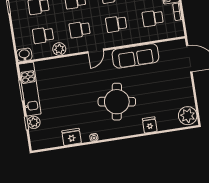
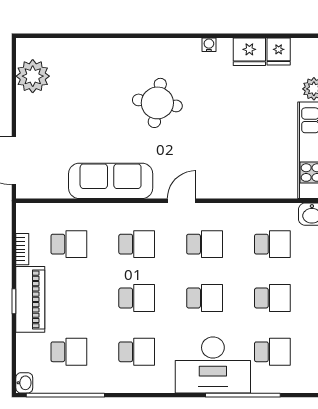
plant: (59, 49) -> (247, 215), removed
round table: (117, 102) -> (157, 103), width x0.73, depth x0.73
plant: (188, 116) -> (33, 76), moved
fridge: (150, 125) -> (279, 52), moved

